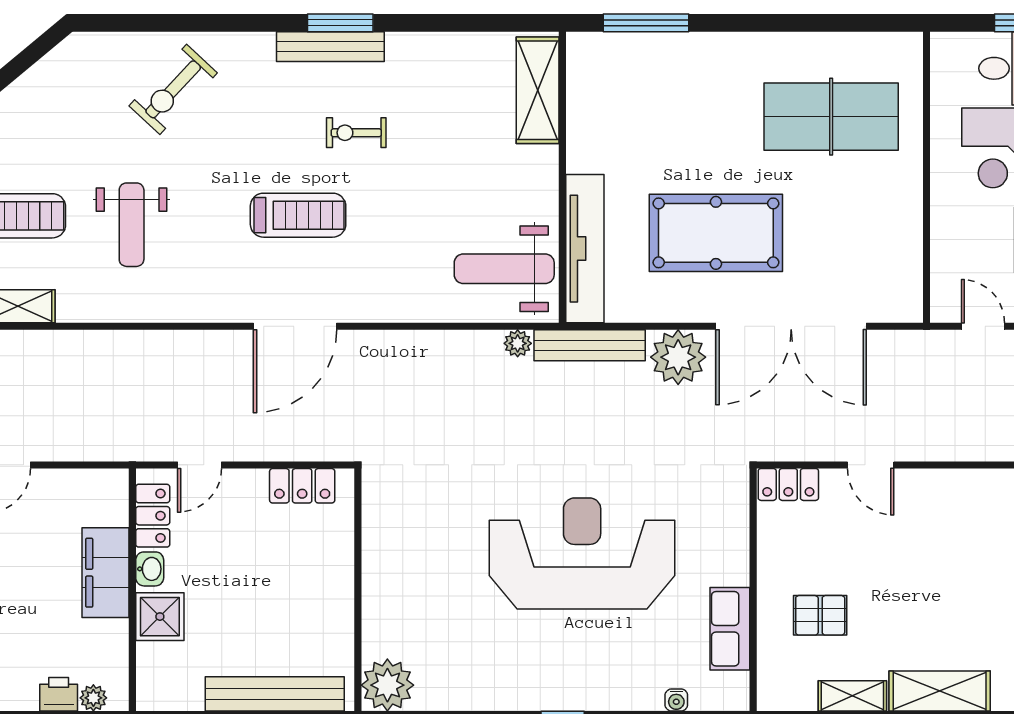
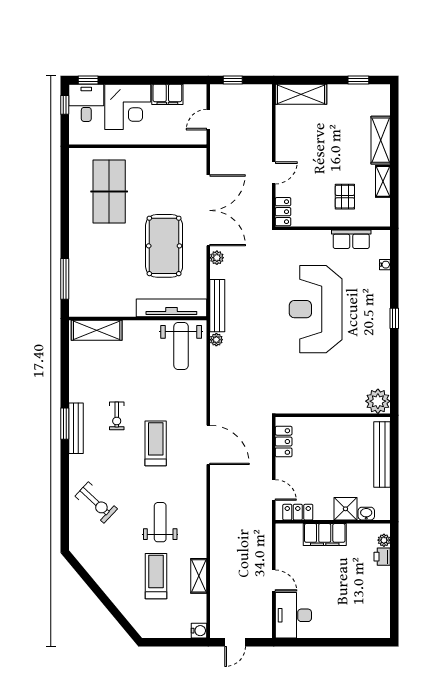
weight bench: (132, 225) -> (160, 522), turned -90
plant: (678, 357) -> (217, 258), width x0.53, depth x0.53
washbasin: (150, 569) -> (366, 514), moved

